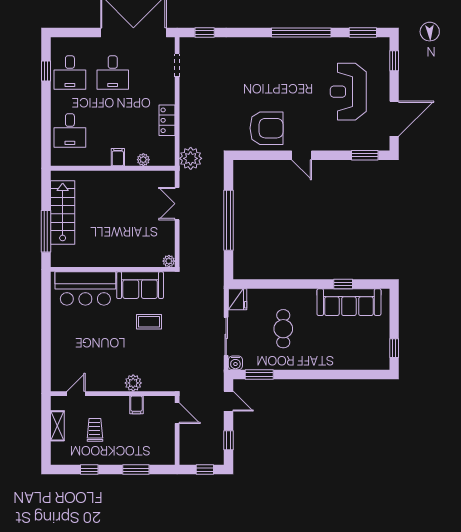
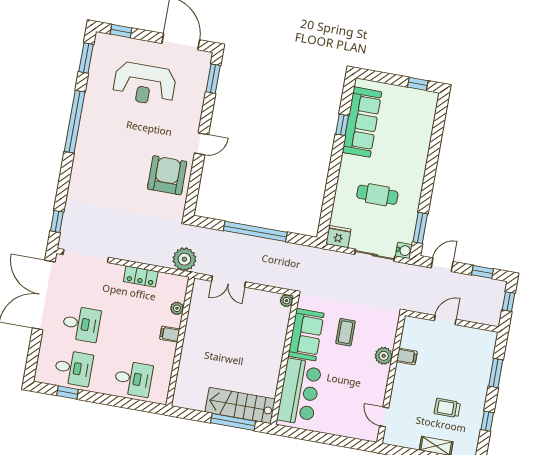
doorway: (177, 65) -> (86, 256), width x1.88
stairs: (63, 212) -> (240, 406), moved
plant: (133, 383) -> (384, 356), moved
door: (76, 394) -> (384, 417), moved
wall: (113, 394) -> (391, 379), moved
filing cabinet: (136, 405) -> (407, 356), moved

